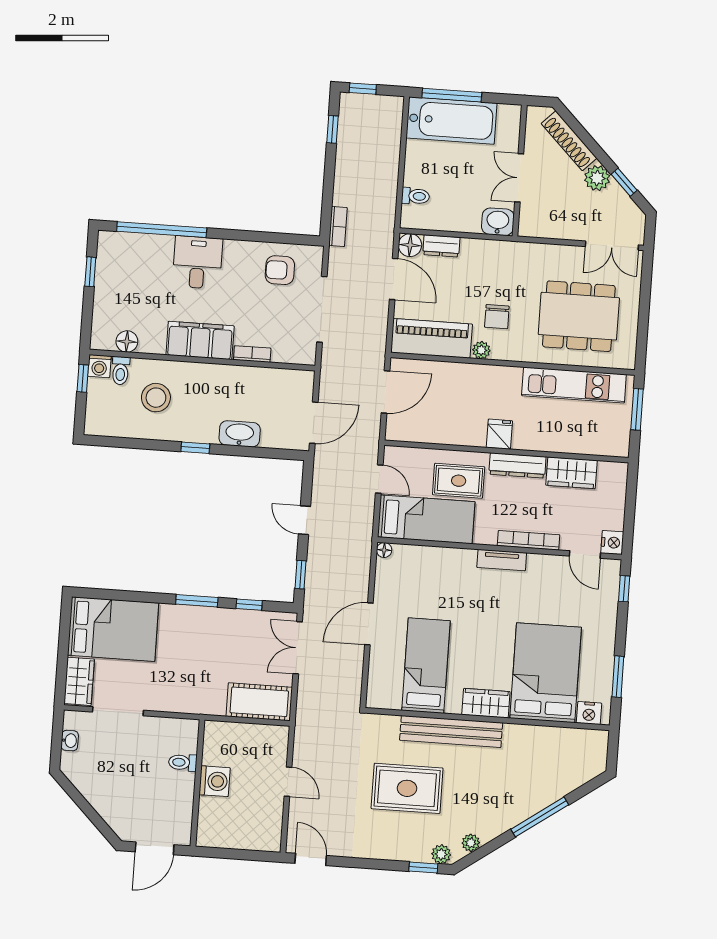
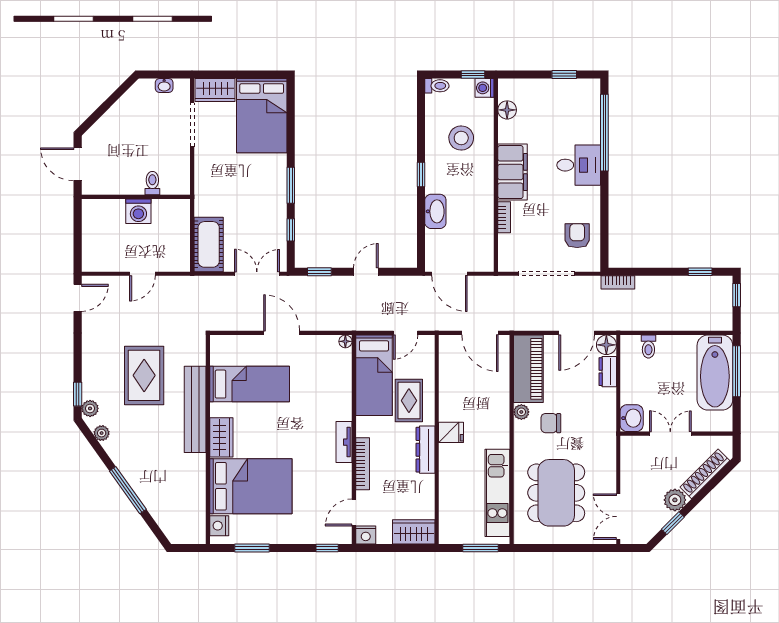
toilet: (121, 371) -> (437, 86), moved, turned 180
wardrobe: (571, 473) -> (414, 532), moved, turned 90

